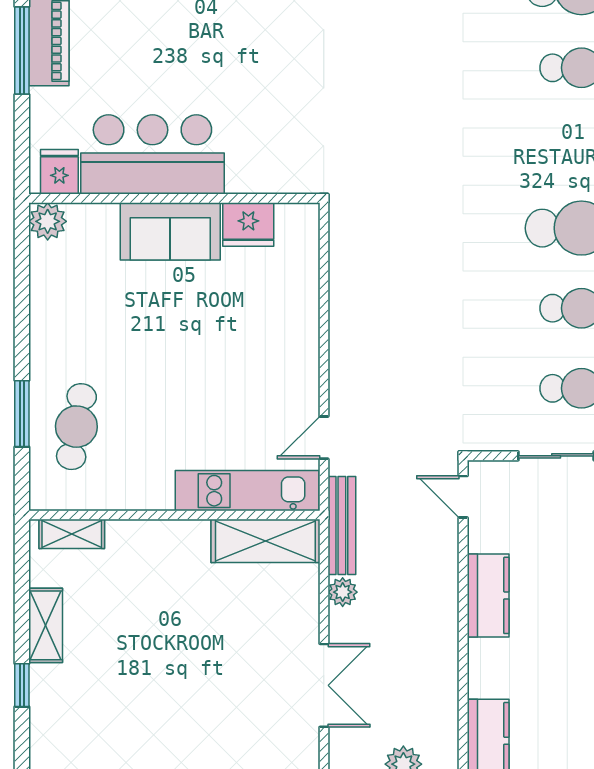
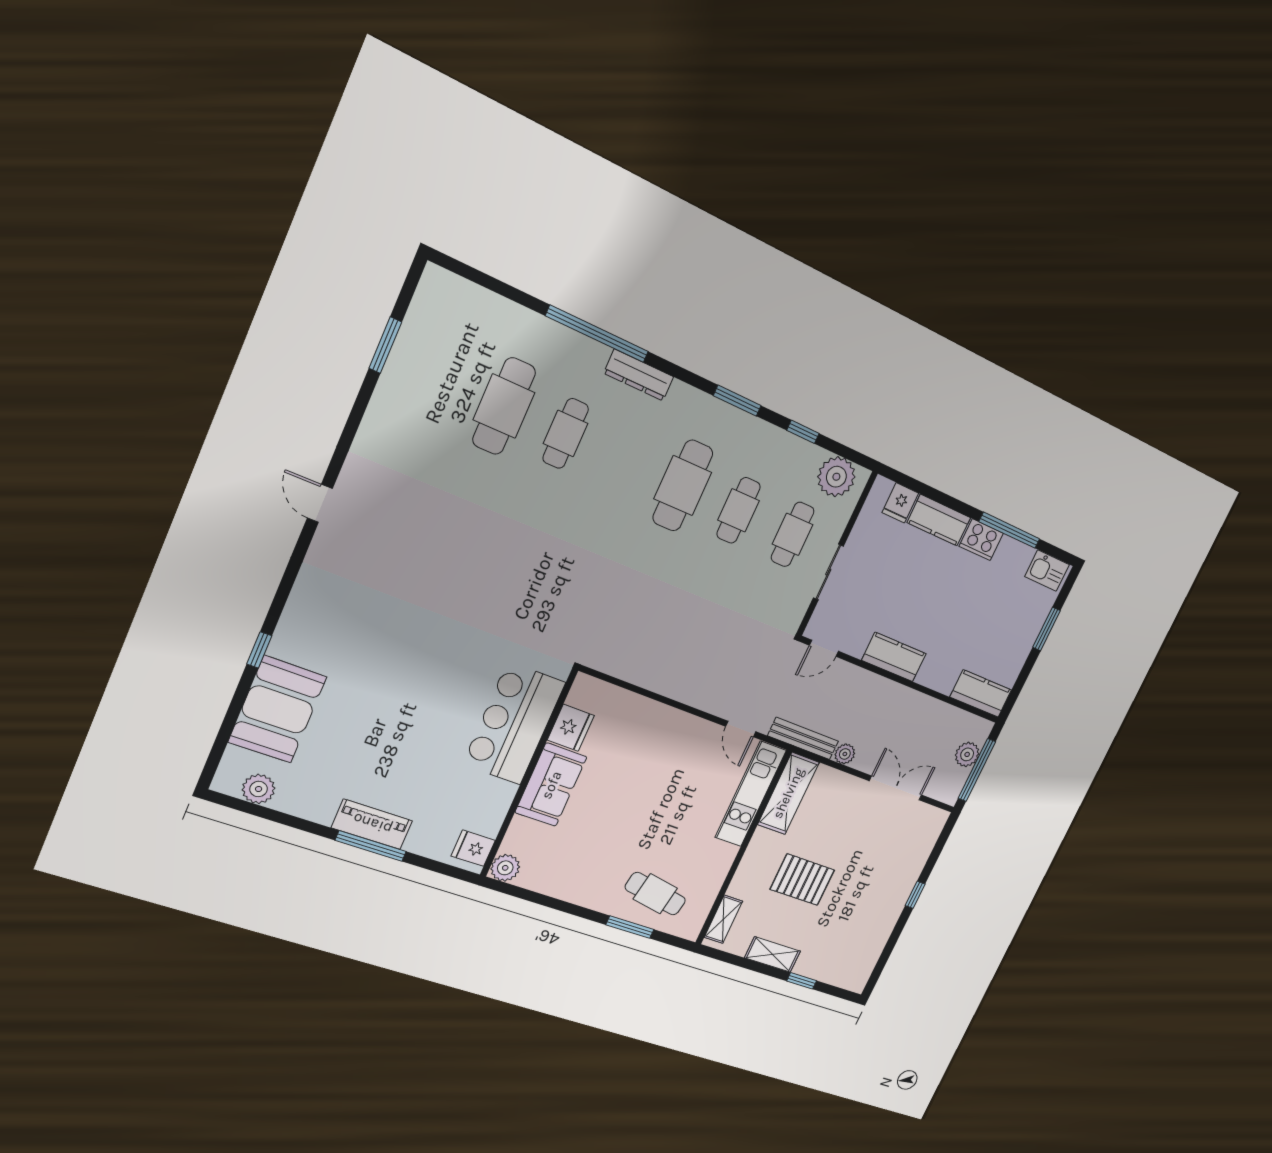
bar counter: (152, 154) -> (514, 724), moved
pallet: (160, 617) -> (802, 880), added

